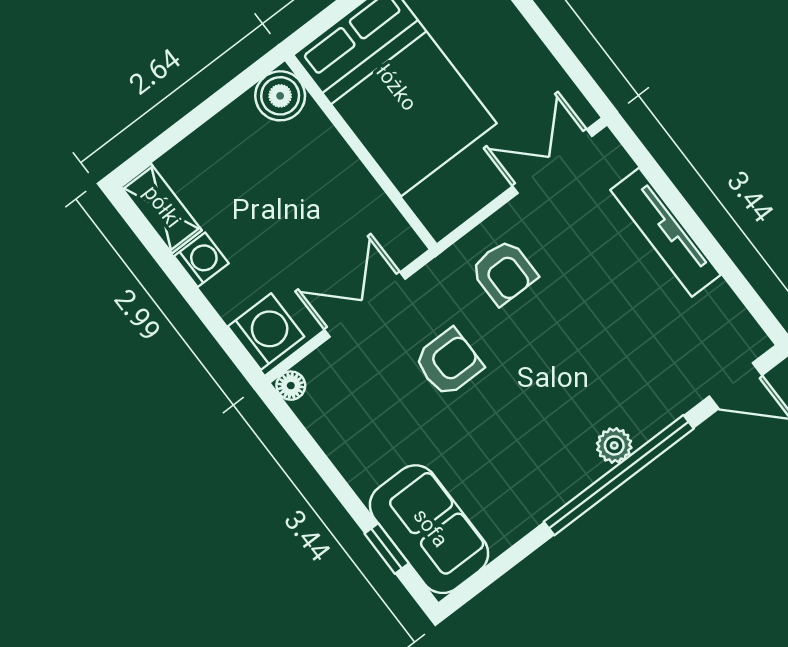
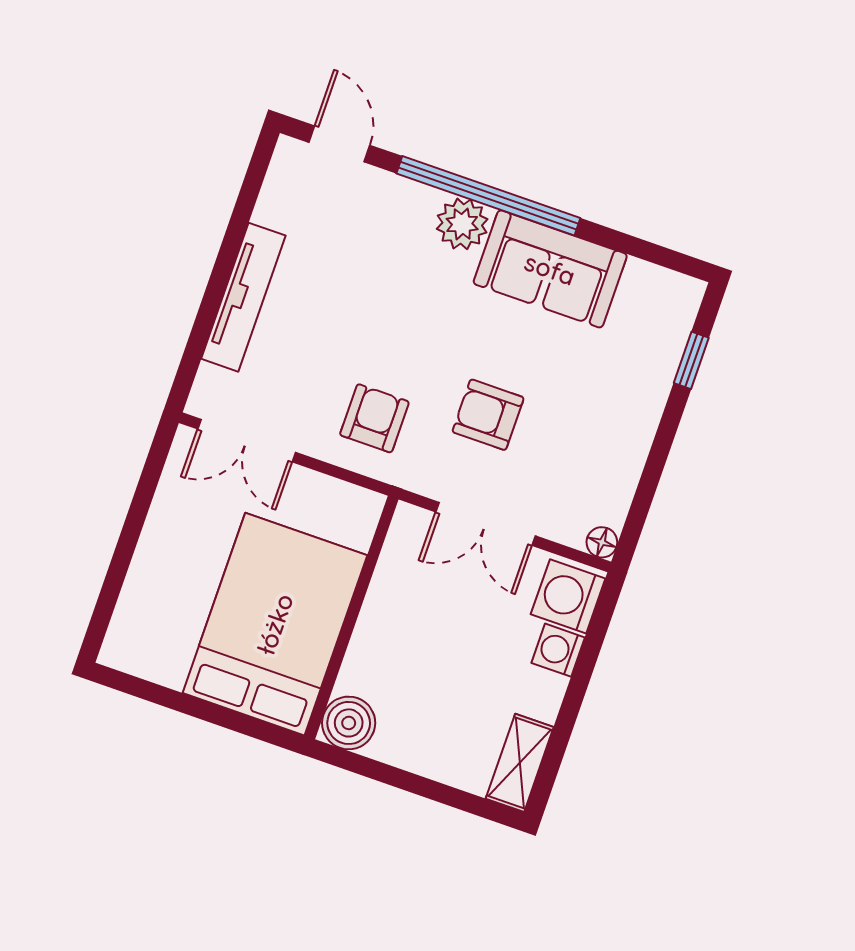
washing machine: (201, 260) -> (558, 650), moved
plant: (614, 445) -> (462, 224), width x1.38, depth x1.38
sofa: (429, 529) -> (550, 269), moved, turned -90

